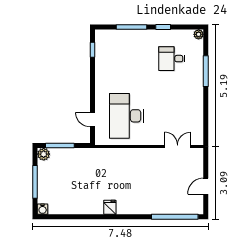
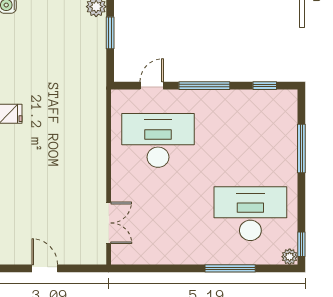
window: (163, 27) -> (301, 244), moved
desk: (172, 59) -> (250, 214), width x1.87, depth x1.30
window: (92, 87) -> (204, 86), added
window: (60, 146) -> (110, 33), width x0.69

